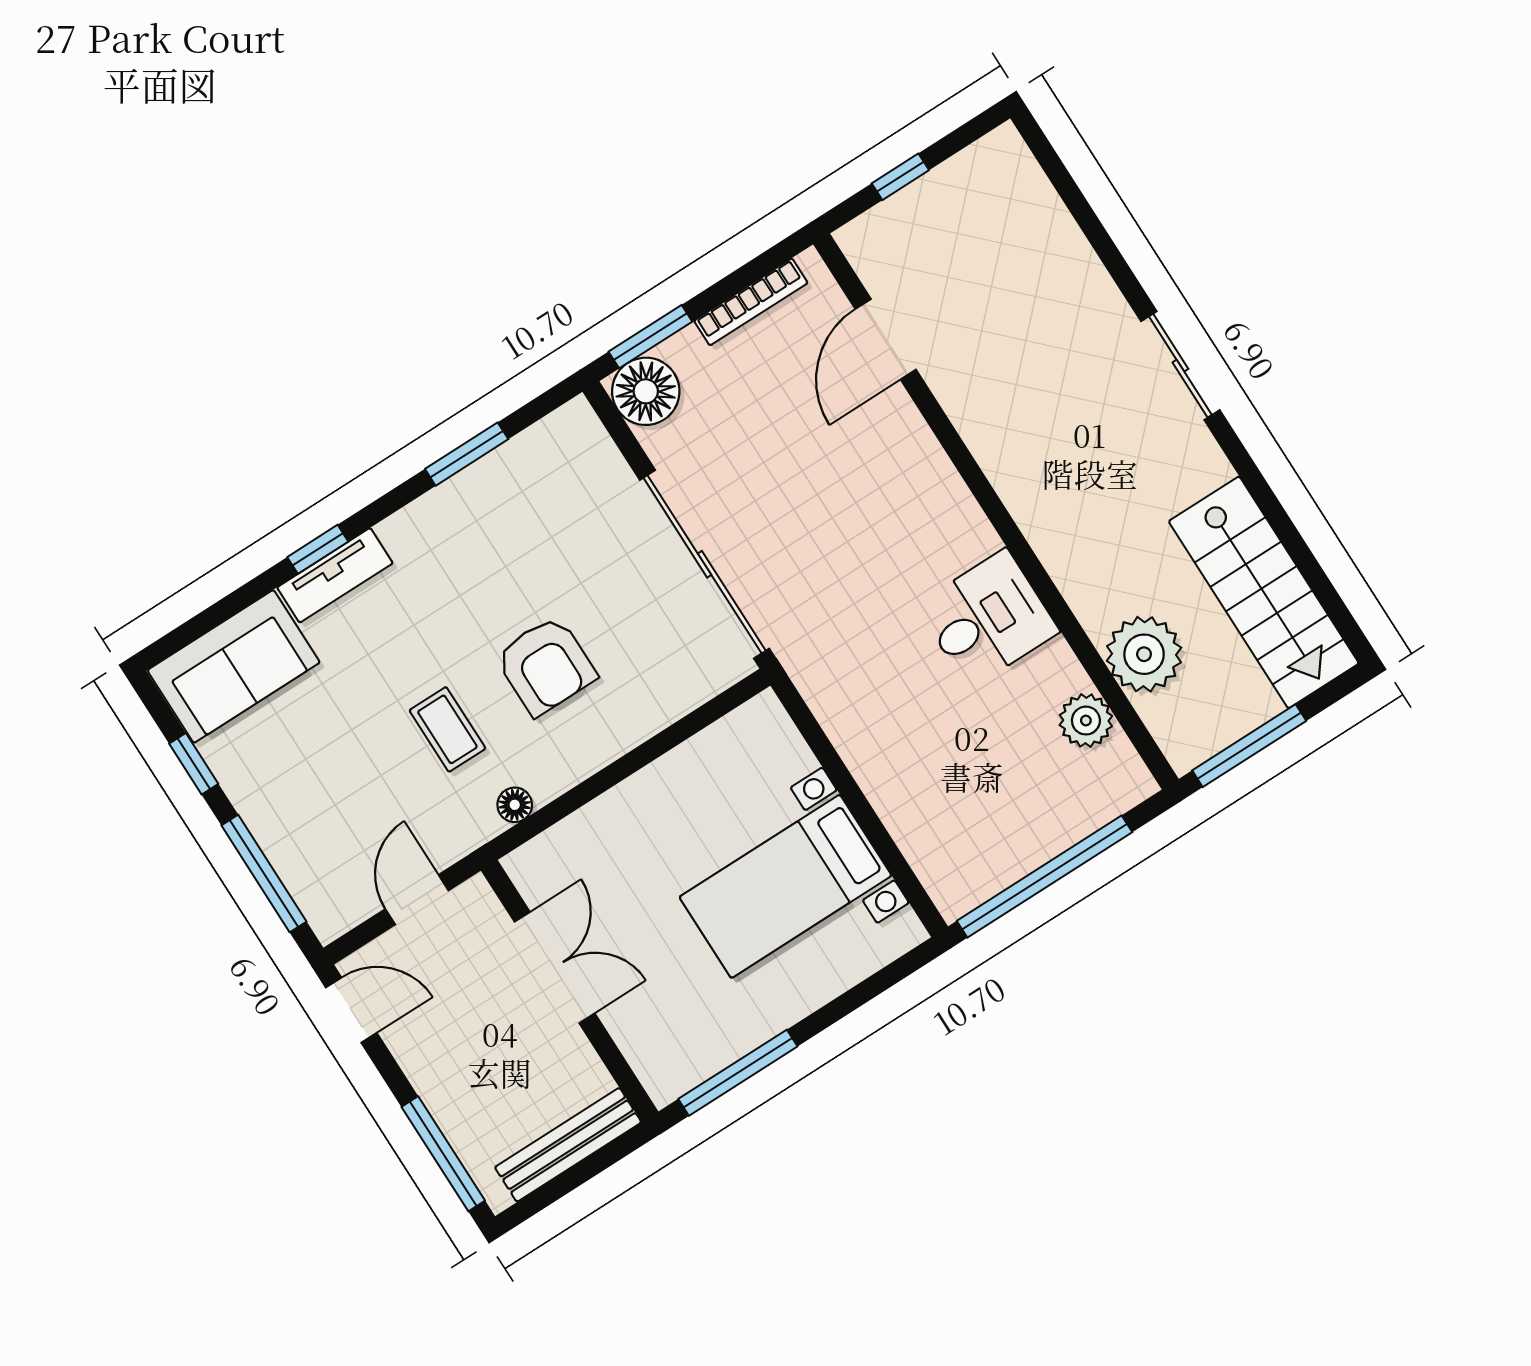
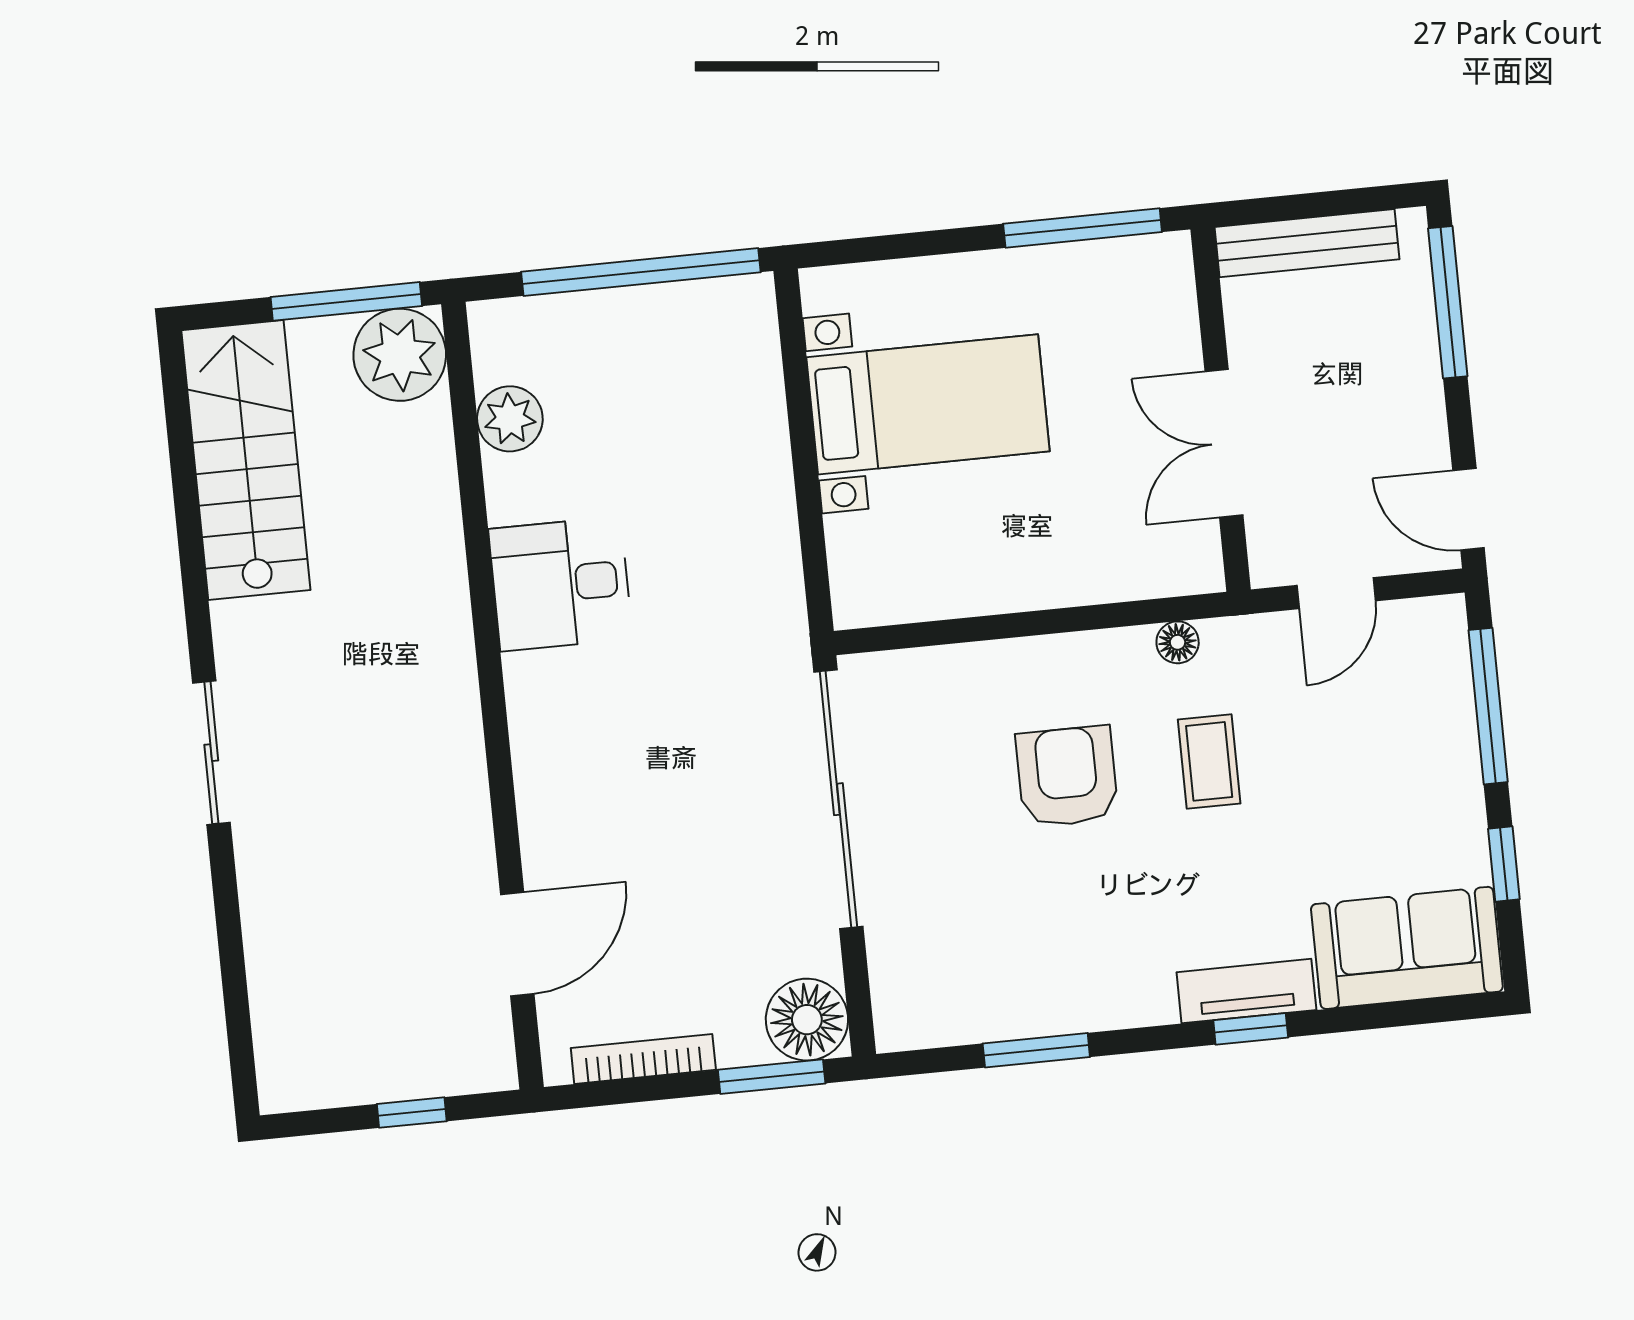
plant: (1144, 654) -> (400, 355), moved

